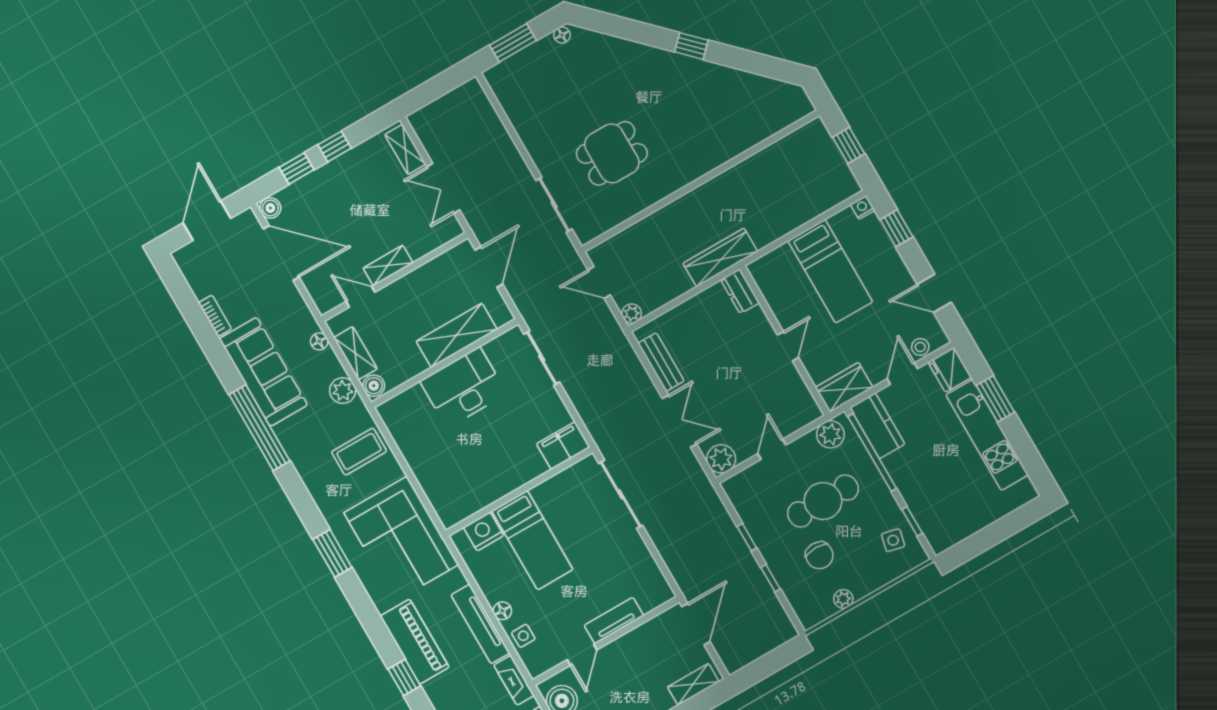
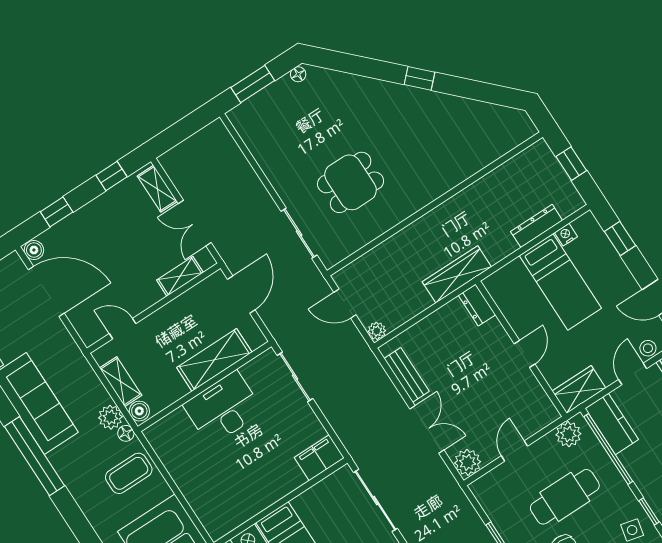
window: (334, 147) -> (112, 176), moved
nightstand: (863, 207) -> (566, 235), moved
dresser: (808, 210) -> (537, 226), added
shelving: (388, 265) -> (180, 276), moved
floor lamp: (319, 341) -> (126, 433), moved

